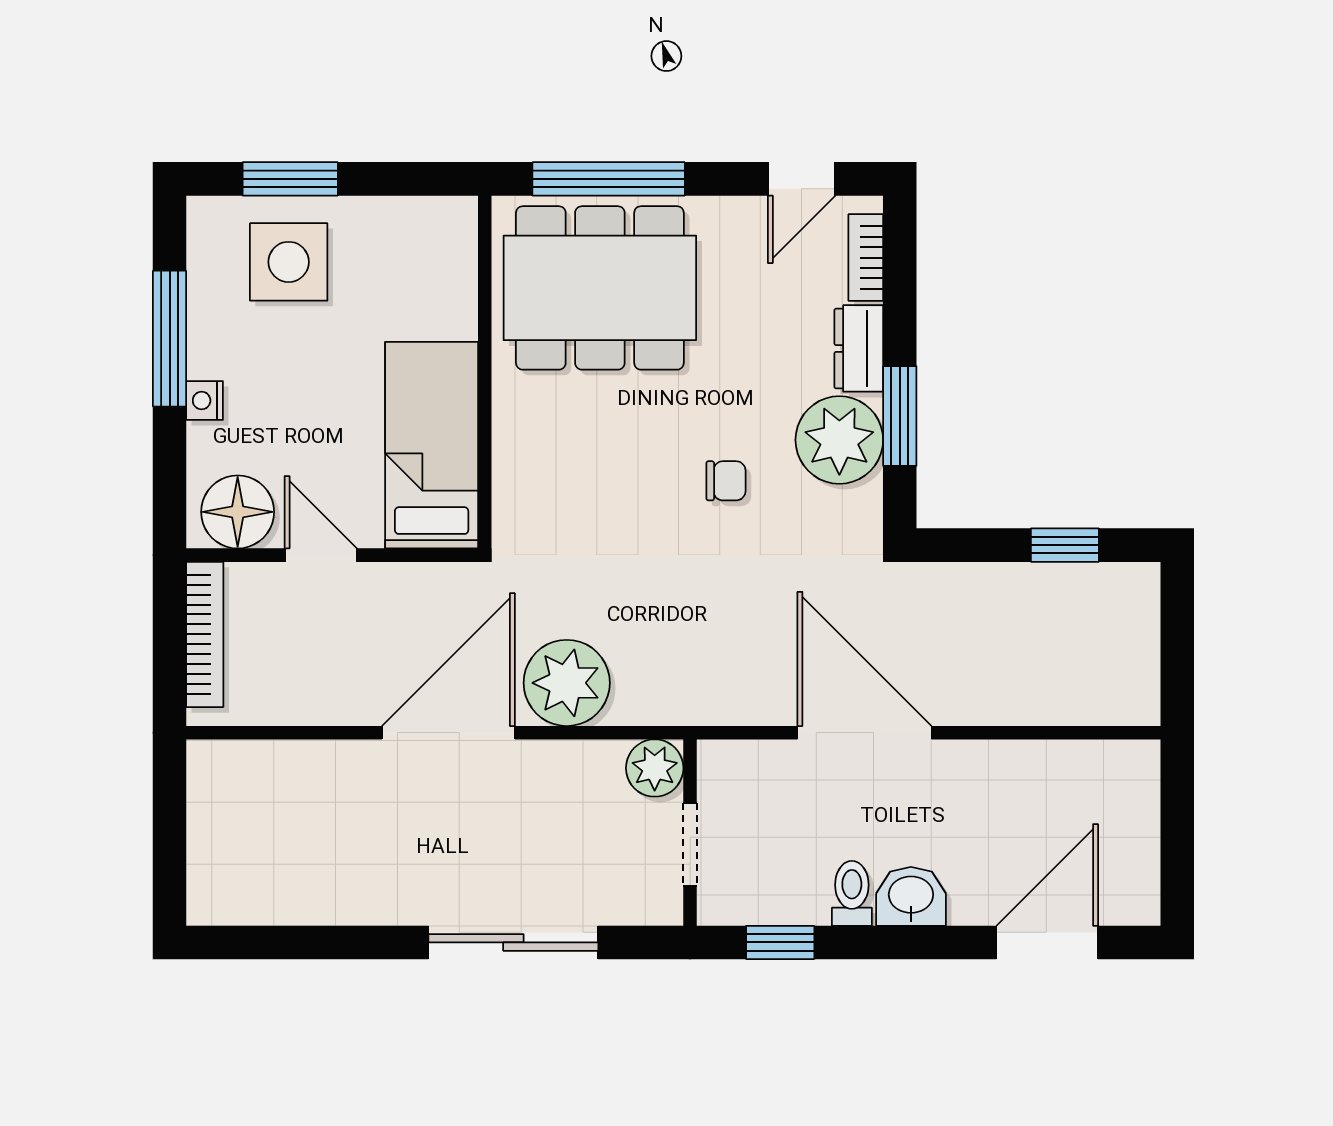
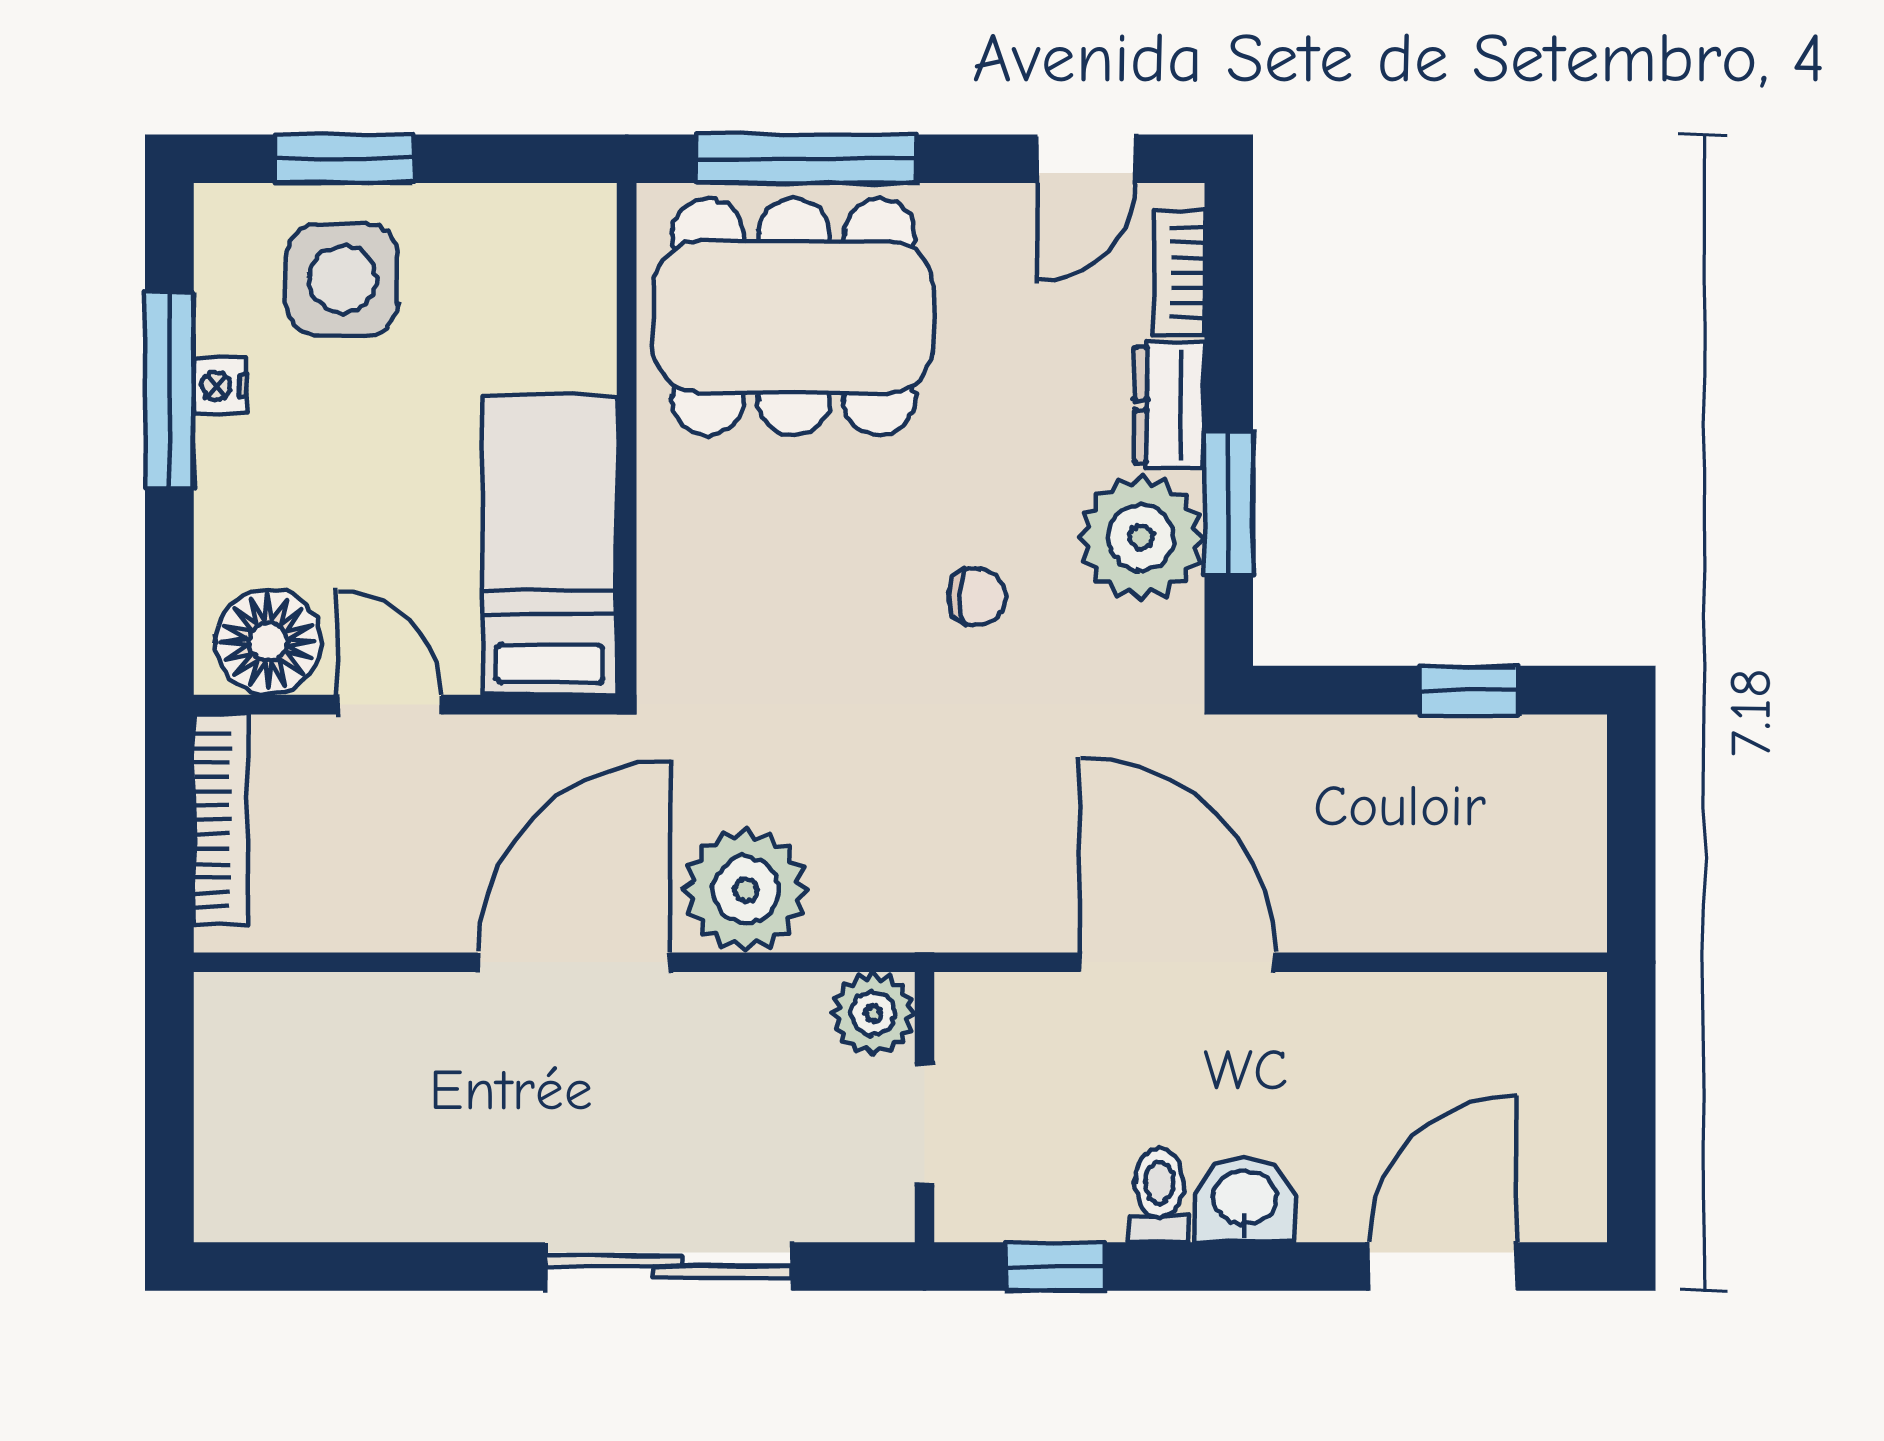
nightstand: (205, 401) -> (220, 386), moved

